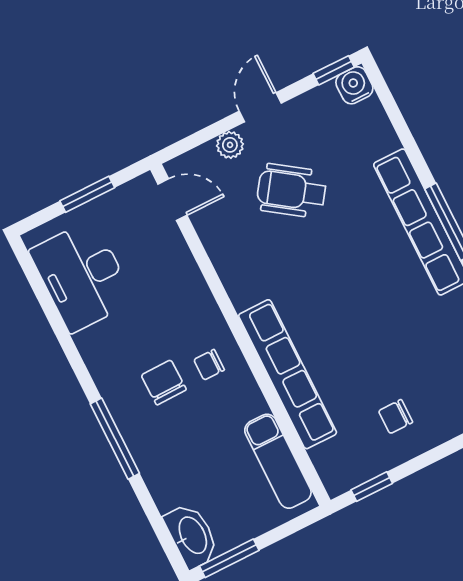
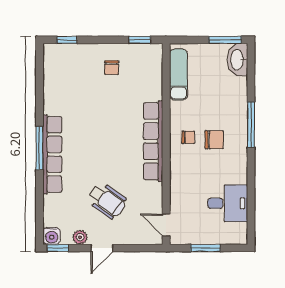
plant: (230, 145) -> (80, 237), moved
desk: (82, 276) -> (228, 203), width x0.73
row of seats: (288, 374) -> (153, 141), moved
chair: (164, 382) -> (214, 140), turned -89
chair: (396, 417) -> (112, 68), turned 90

